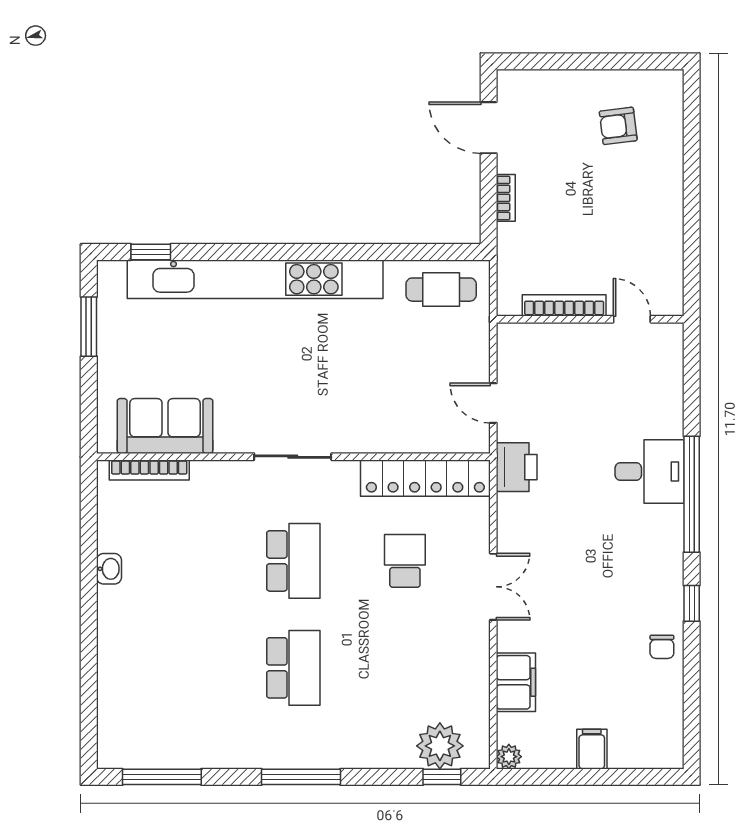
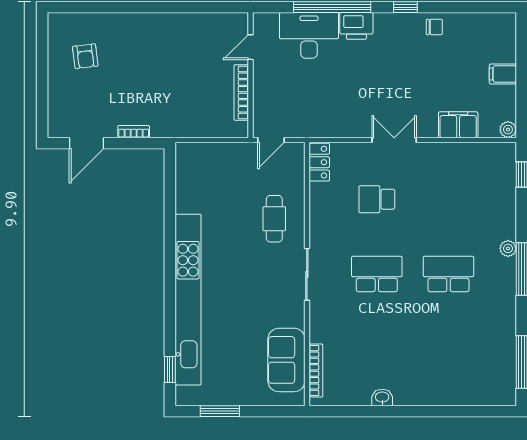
cafe table: (441, 290) -> (274, 219), moved
bookcase: (564, 305) -> (241, 93), moved
wall: (590, 319) -> (250, 75), moved
door: (632, 319) -> (250, 47), moved
printer: (517, 467) -> (356, 26), moved, turned 180
desk: (650, 472) -> (309, 35), width x1.37
locker: (425, 478) -> (319, 162), width x0.46, depth x0.83
plant: (440, 746) -> (508, 248), moved, width x0.53, depth x0.53

